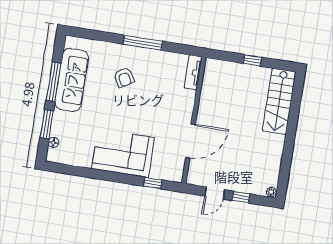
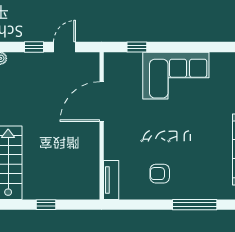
window: (143, 43) -> (195, 205), moved
armchair: (124, 77) -> (160, 174), moved, turned -60

